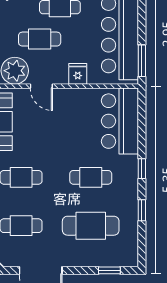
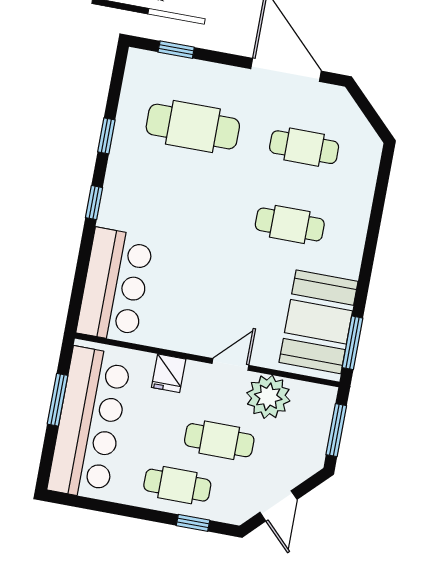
window: (142, 61) -> (58, 400), moved
door: (41, 86) -> (230, 364), hinge flipped
cafe table: (91, 177) -> (178, 204), removed

